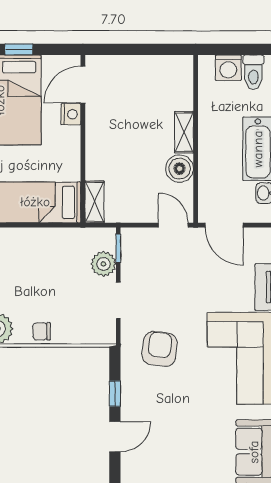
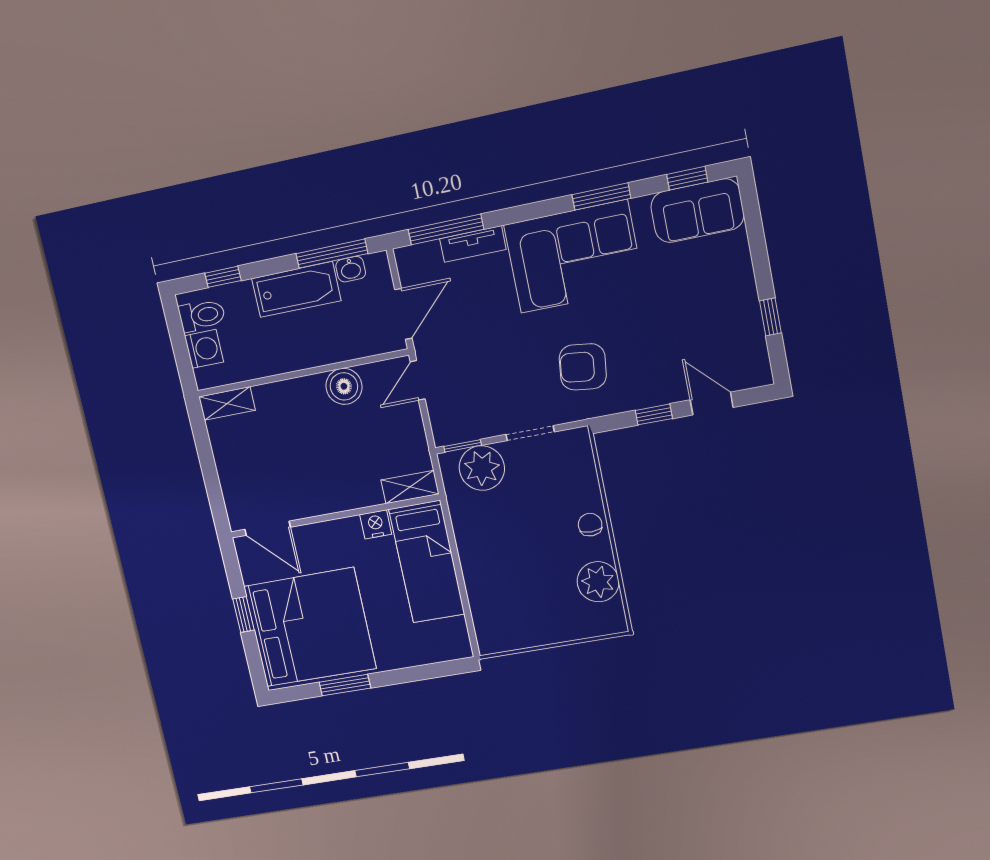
nightstand: (71, 114) -> (376, 524), moved
shelving: (184, 132) -> (227, 403), moved
plant: (103, 264) -> (482, 468), width x1.36, depth x1.36
chair: (42, 331) -> (590, 525), turned 180

